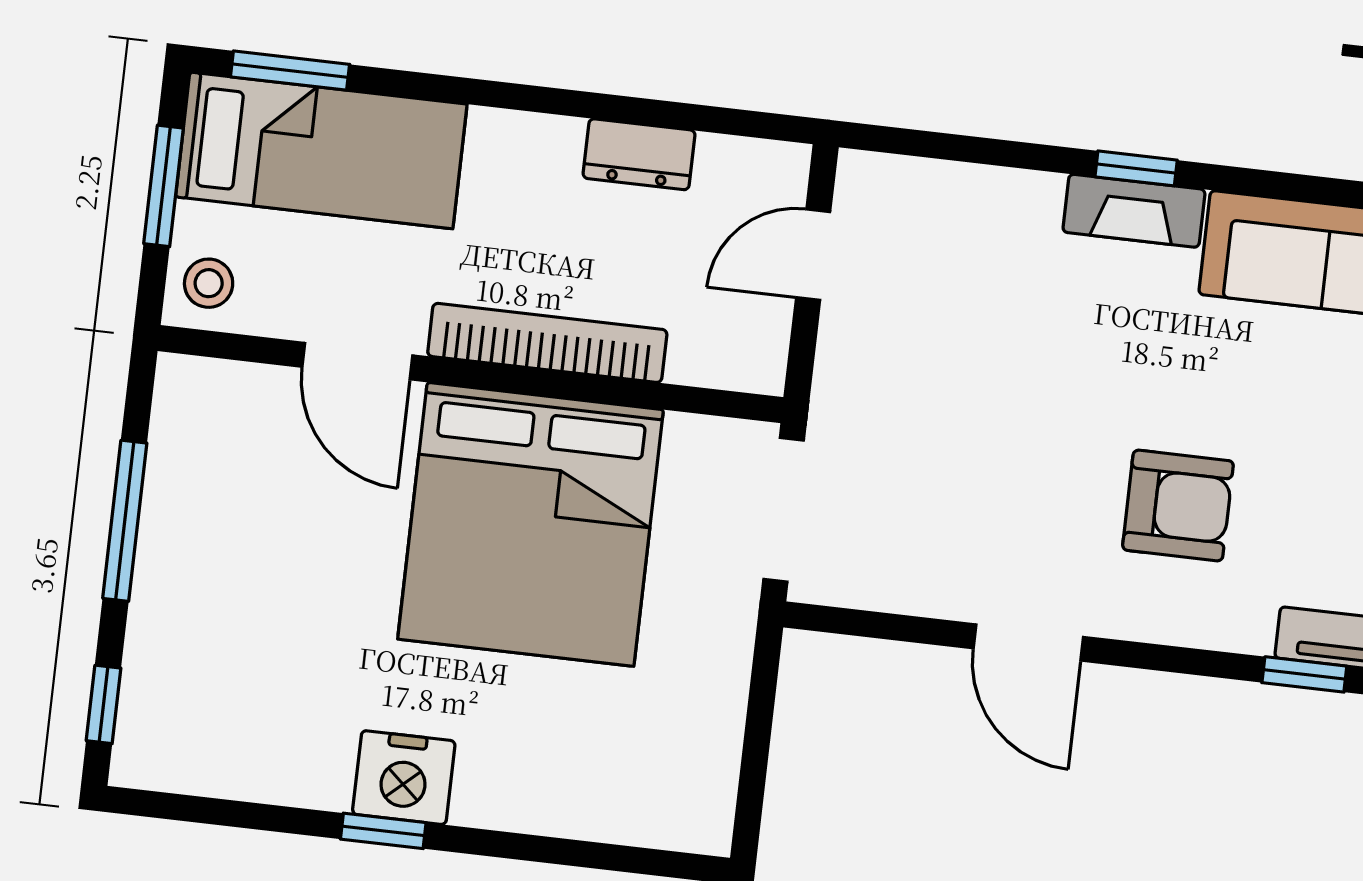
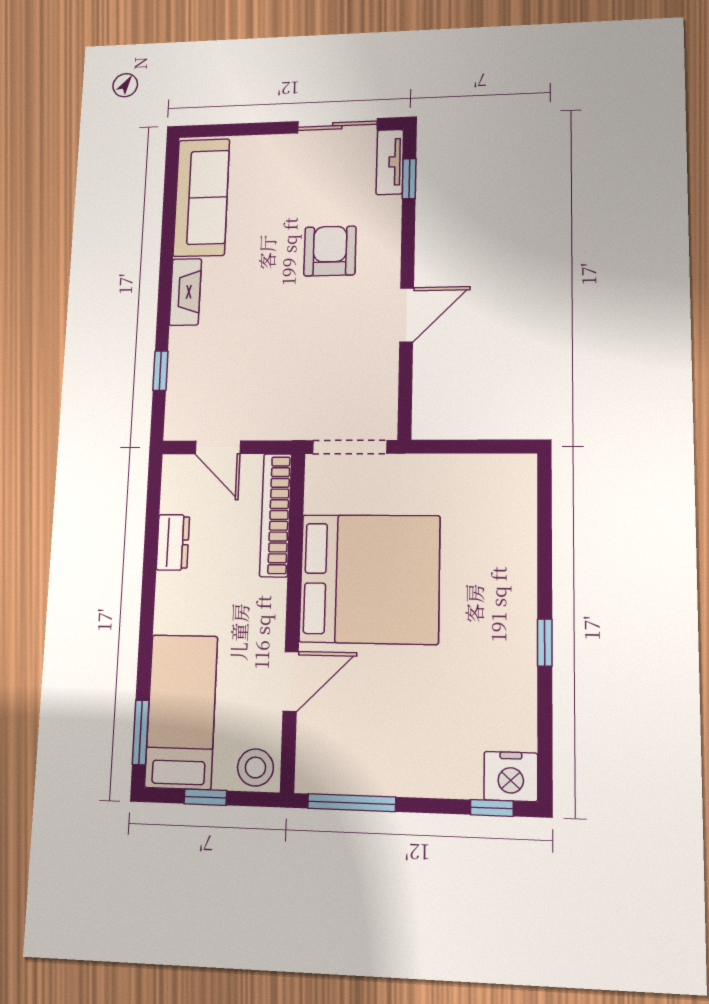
window: (1136, 168) -> (160, 371), moved
window: (164, 186) -> (205, 797), width x0.67
stool: (209, 283) -> (255, 768), width x1.37, depth x1.37
bookcase: (547, 343) -> (276, 515), moved
window: (125, 521) -> (352, 803), moved
nightstand: (404, 778) -> (511, 776), moved, turned 90

